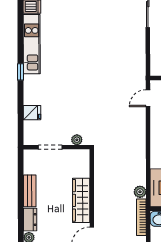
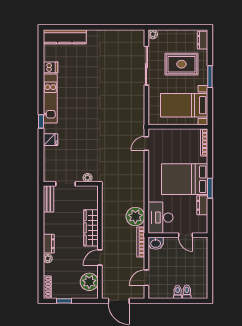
fridge: (32, 113) -> (50, 140), moved
bench: (30, 191) -> (48, 199), moved
plant: (140, 192) -> (135, 217), width x1.87, depth x1.87

